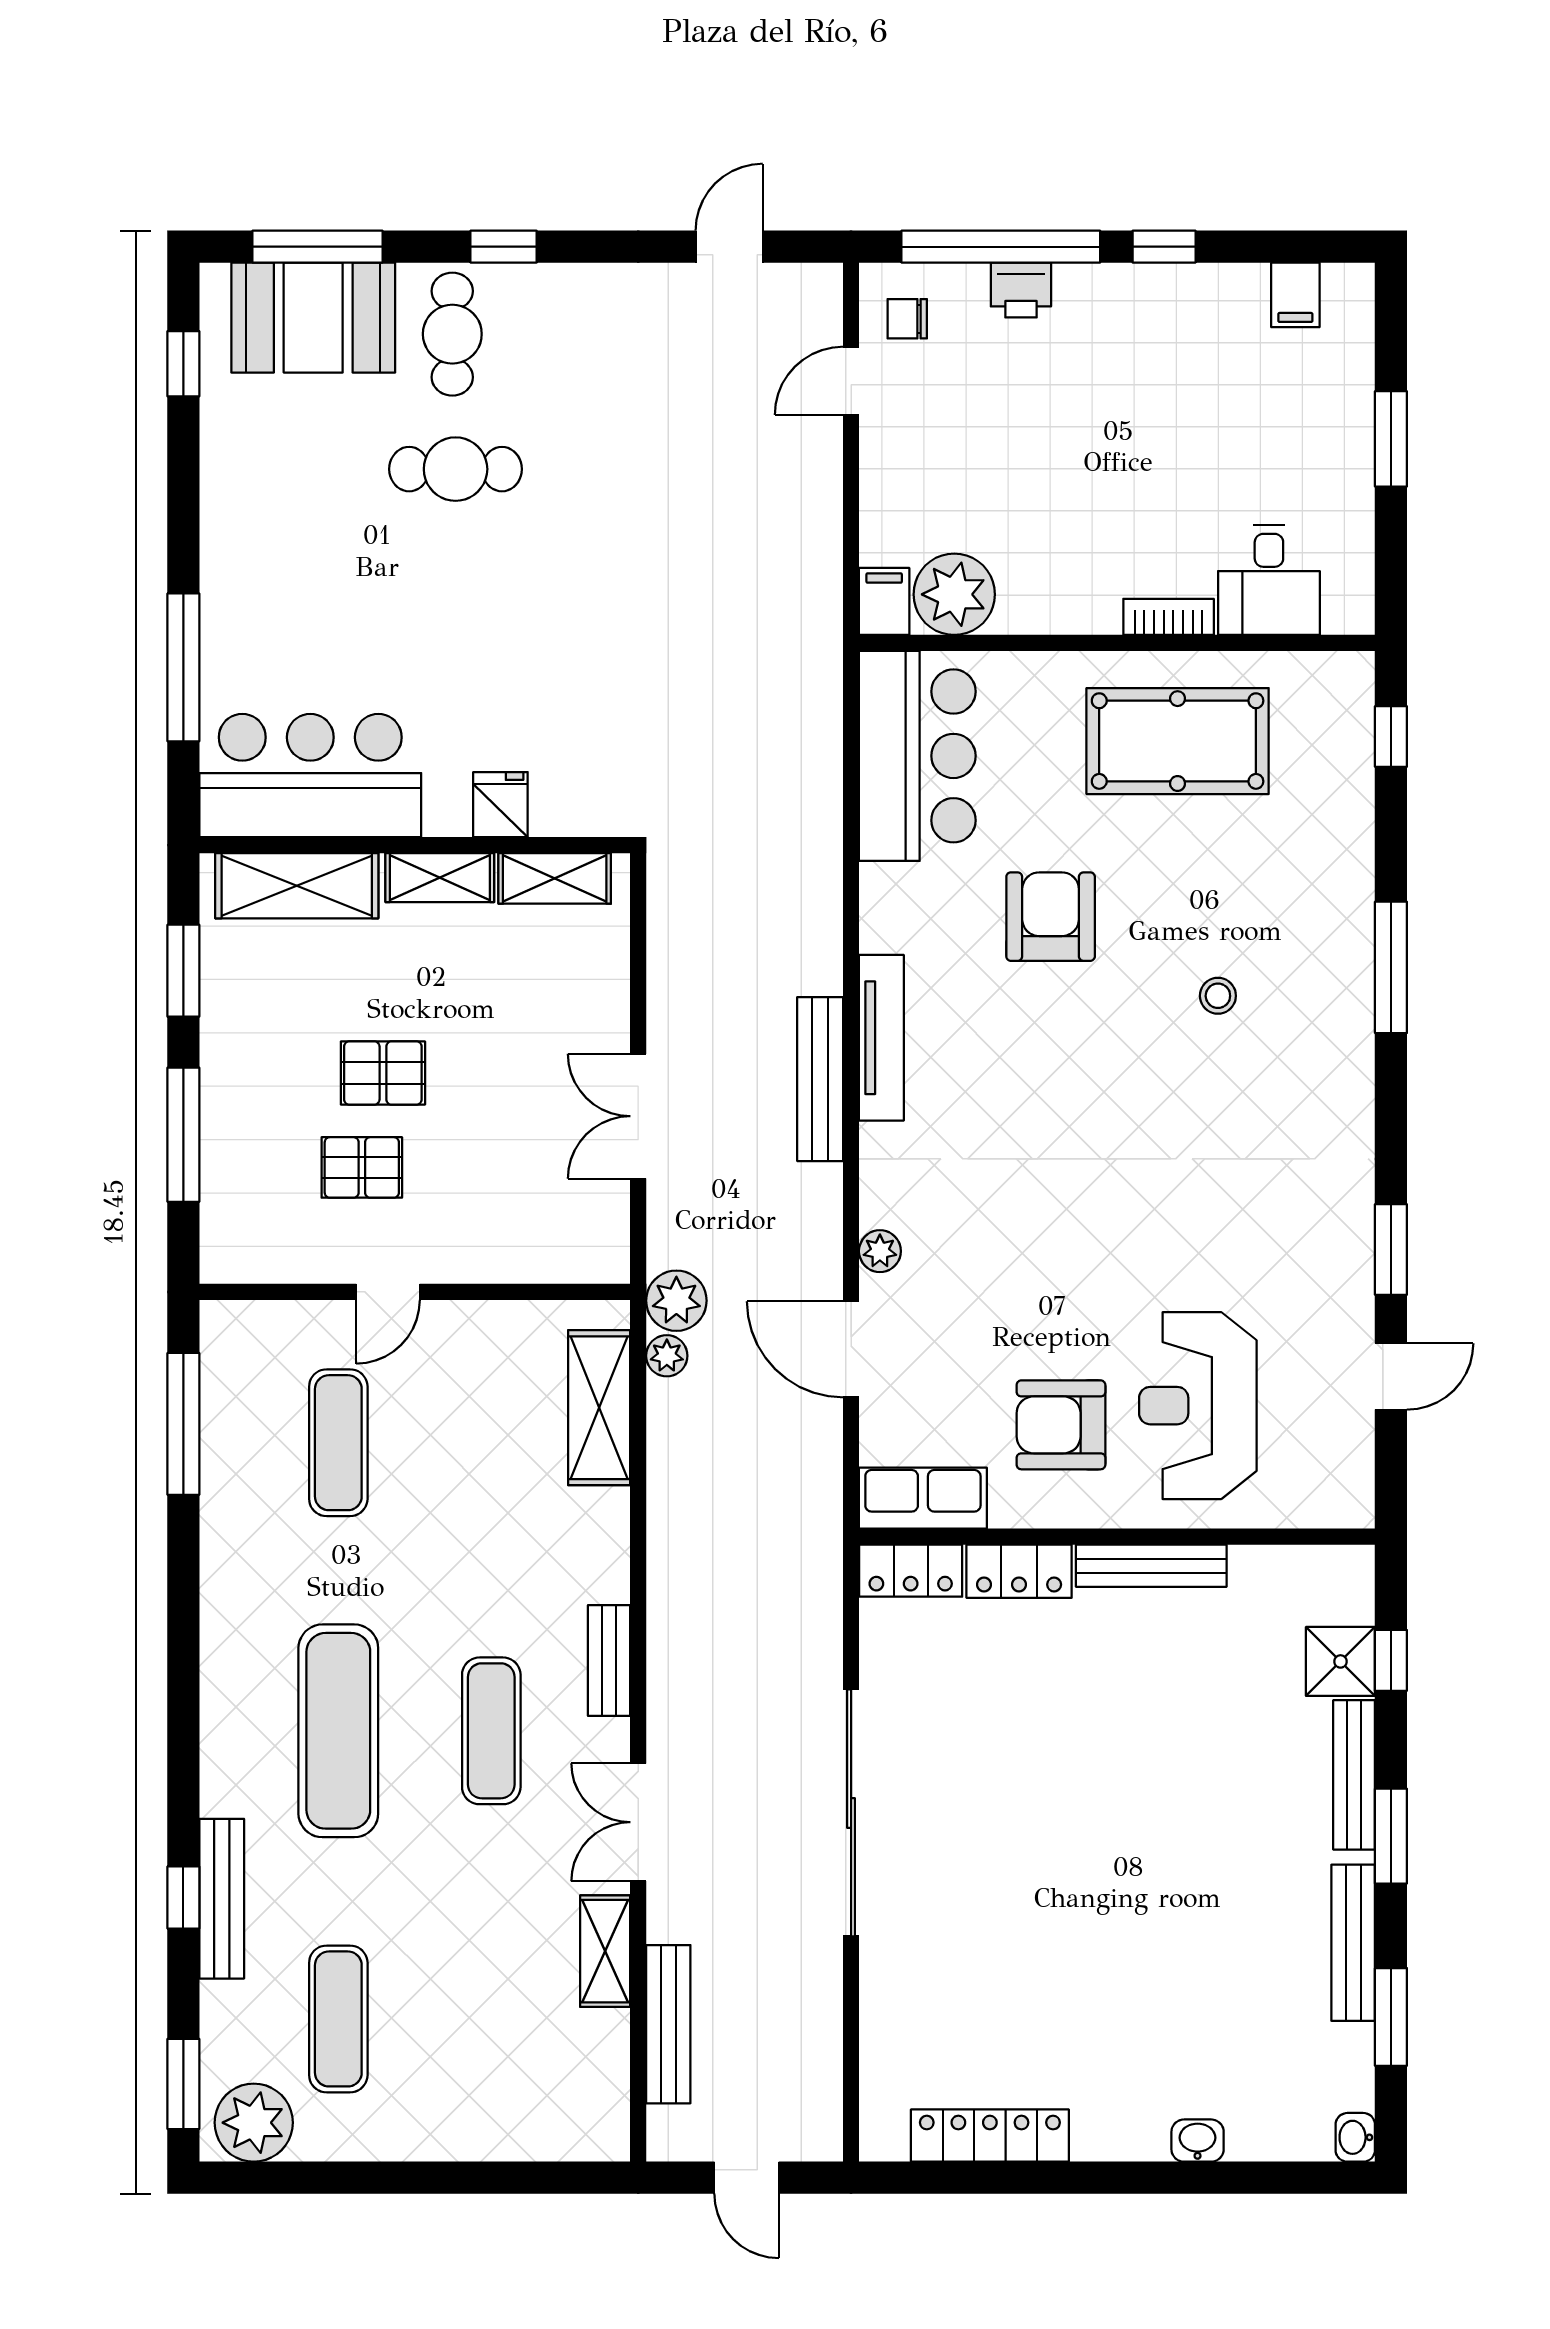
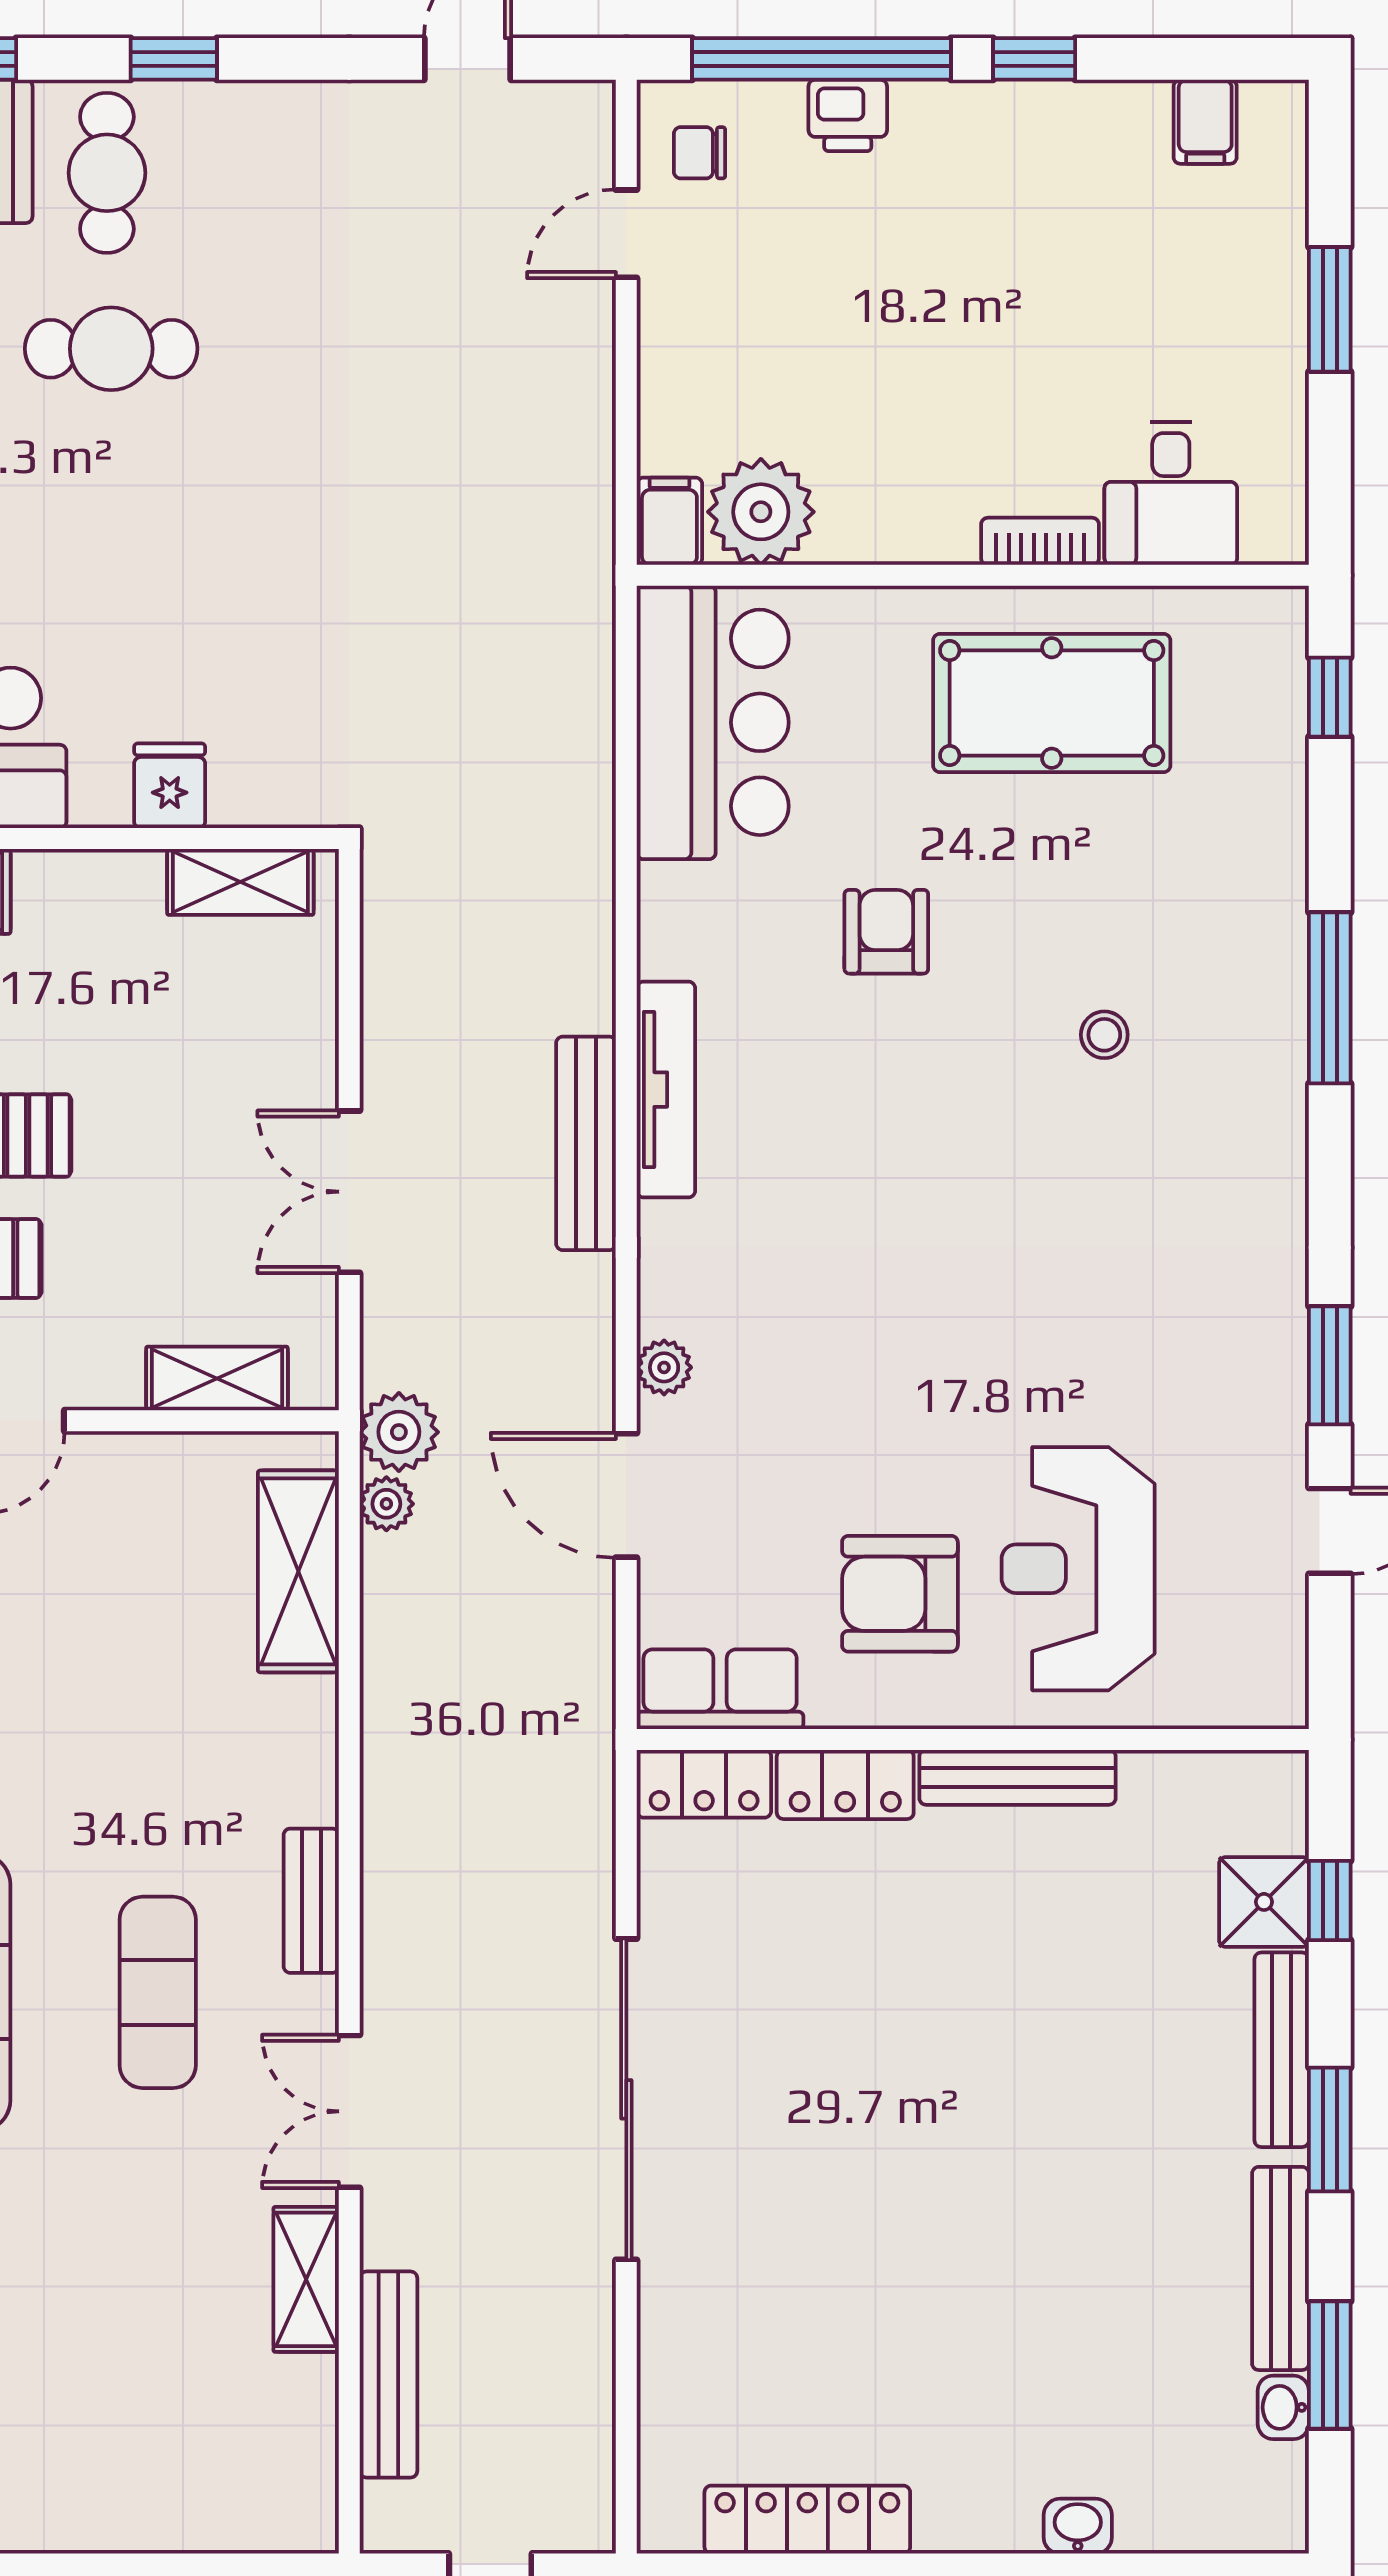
shelving: (440, 878) -> (217, 1378), moved
armchair: (1051, 917) -> (886, 932), width x0.72, depth x0.72
washbasin: (1355, 2137) -> (1283, 2407), moved

